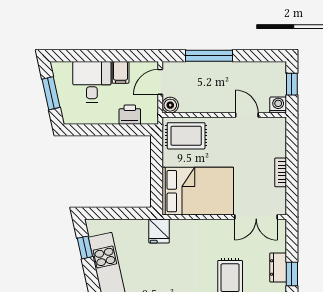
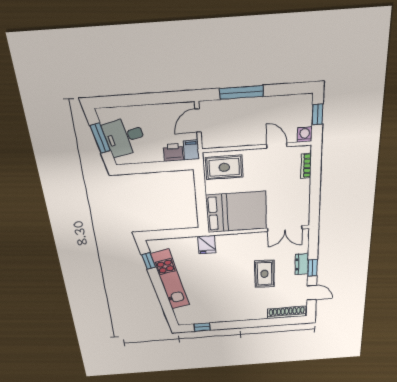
filing cabinet: (121, 72) -> (191, 150), moved, turned 180
desk: (92, 82) -> (124, 137), moved, turned -102
boiler: (170, 105) -> (209, 141), removed
bookcase: (281, 172) -> (306, 166), moved

